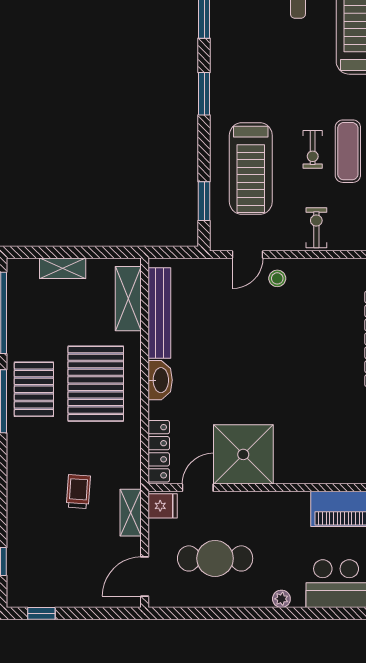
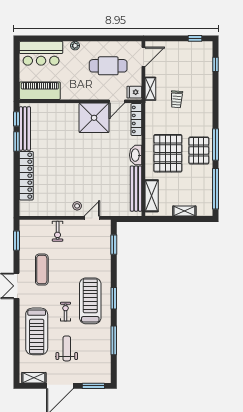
exercise bike: (313, 149) -> (66, 312), moved
treadmill: (251, 169) -> (90, 301), moved

